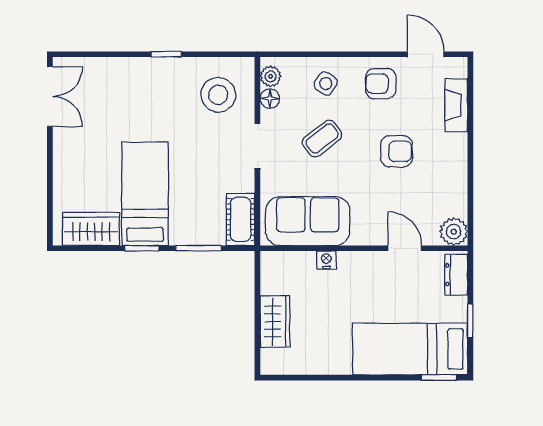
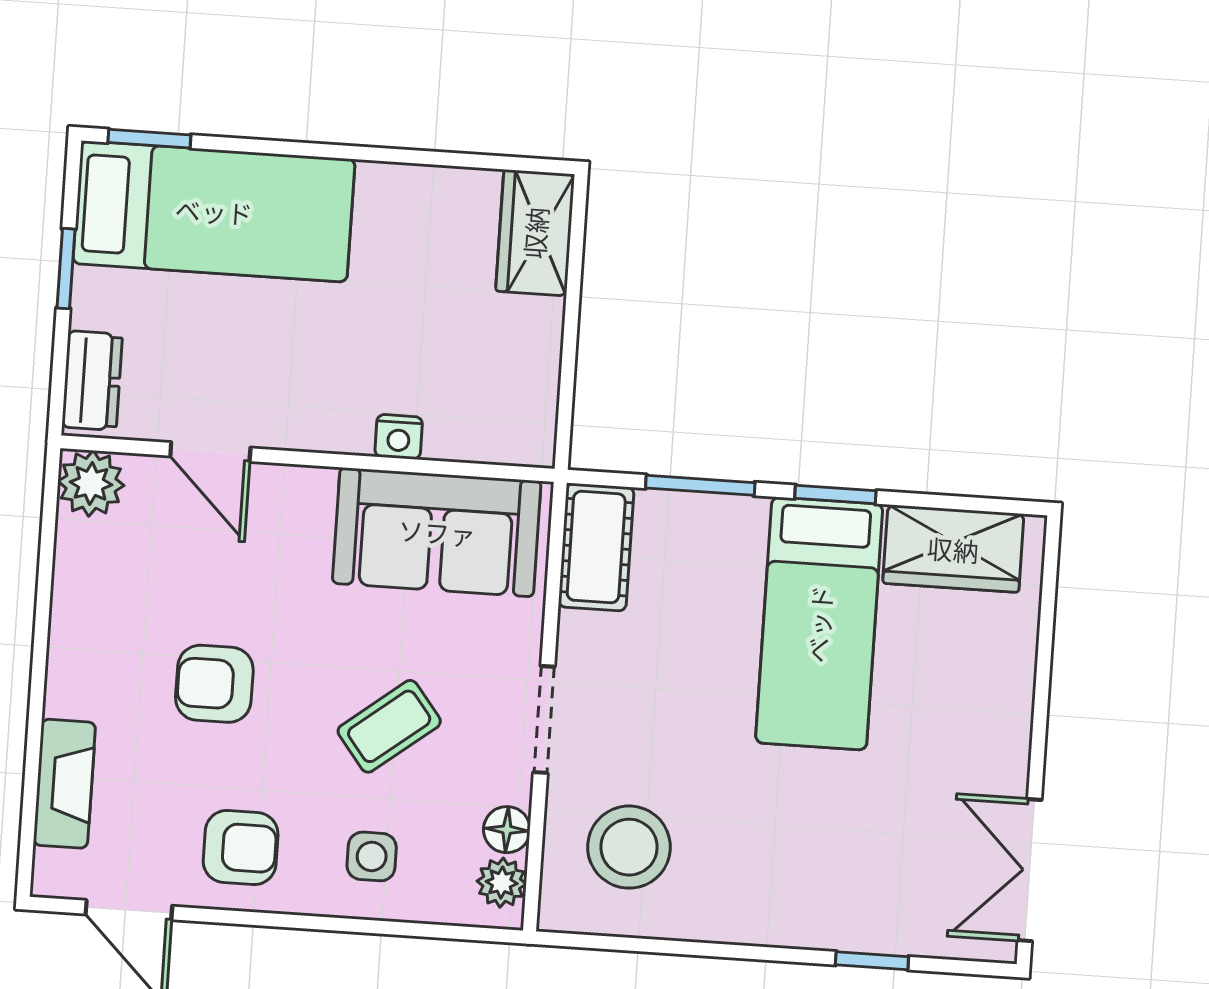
window: (166, 54) -> (872, 961), moved
side table: (326, 84) -> (372, 856), turned -34
wardrobe: (275, 322) -> (535, 233), moved

